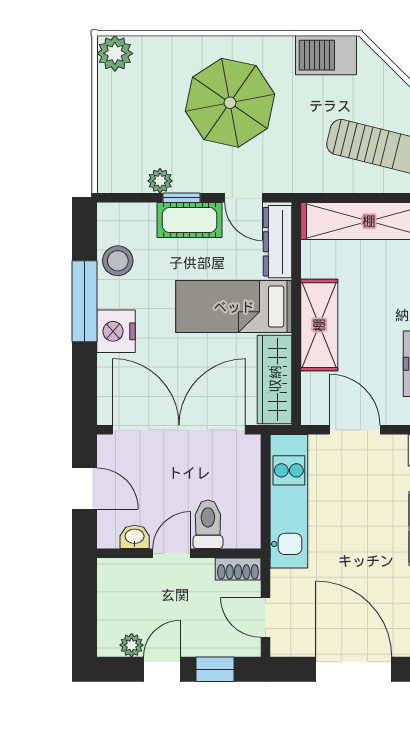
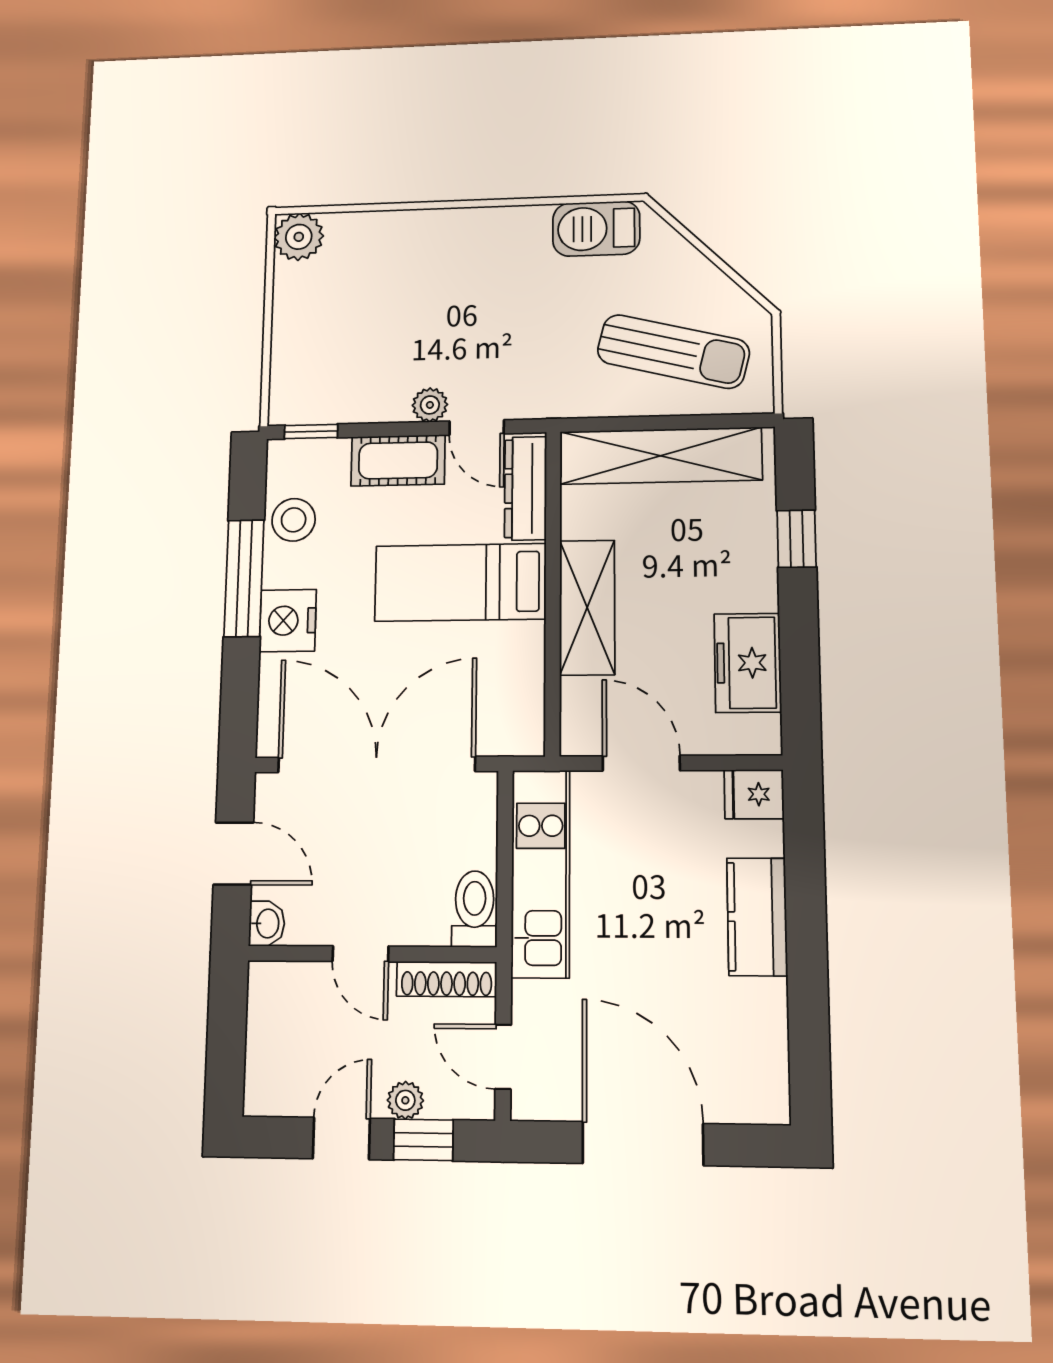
parasol: (230, 103) -> (459, 297), removed
plant: (160, 181) -> (430, 405), moved
window: (182, 198) -> (311, 431), moved
wardrobe: (275, 379) -> (520, 689), removed
toilet: (208, 524) -> (474, 909), moved
washbasin: (135, 537) -> (267, 924), moved, turned 90
door: (172, 553) -> (360, 954), swing flipped
shoe rack: (238, 569) -> (447, 979), width x1.43
plant: (132, 645) -> (405, 1100), moved

